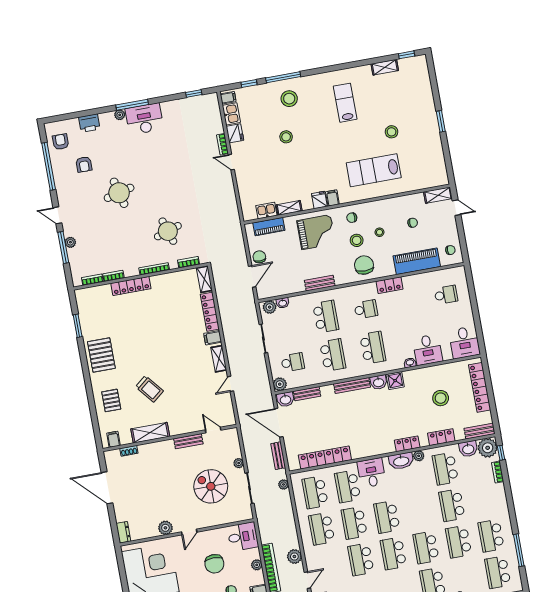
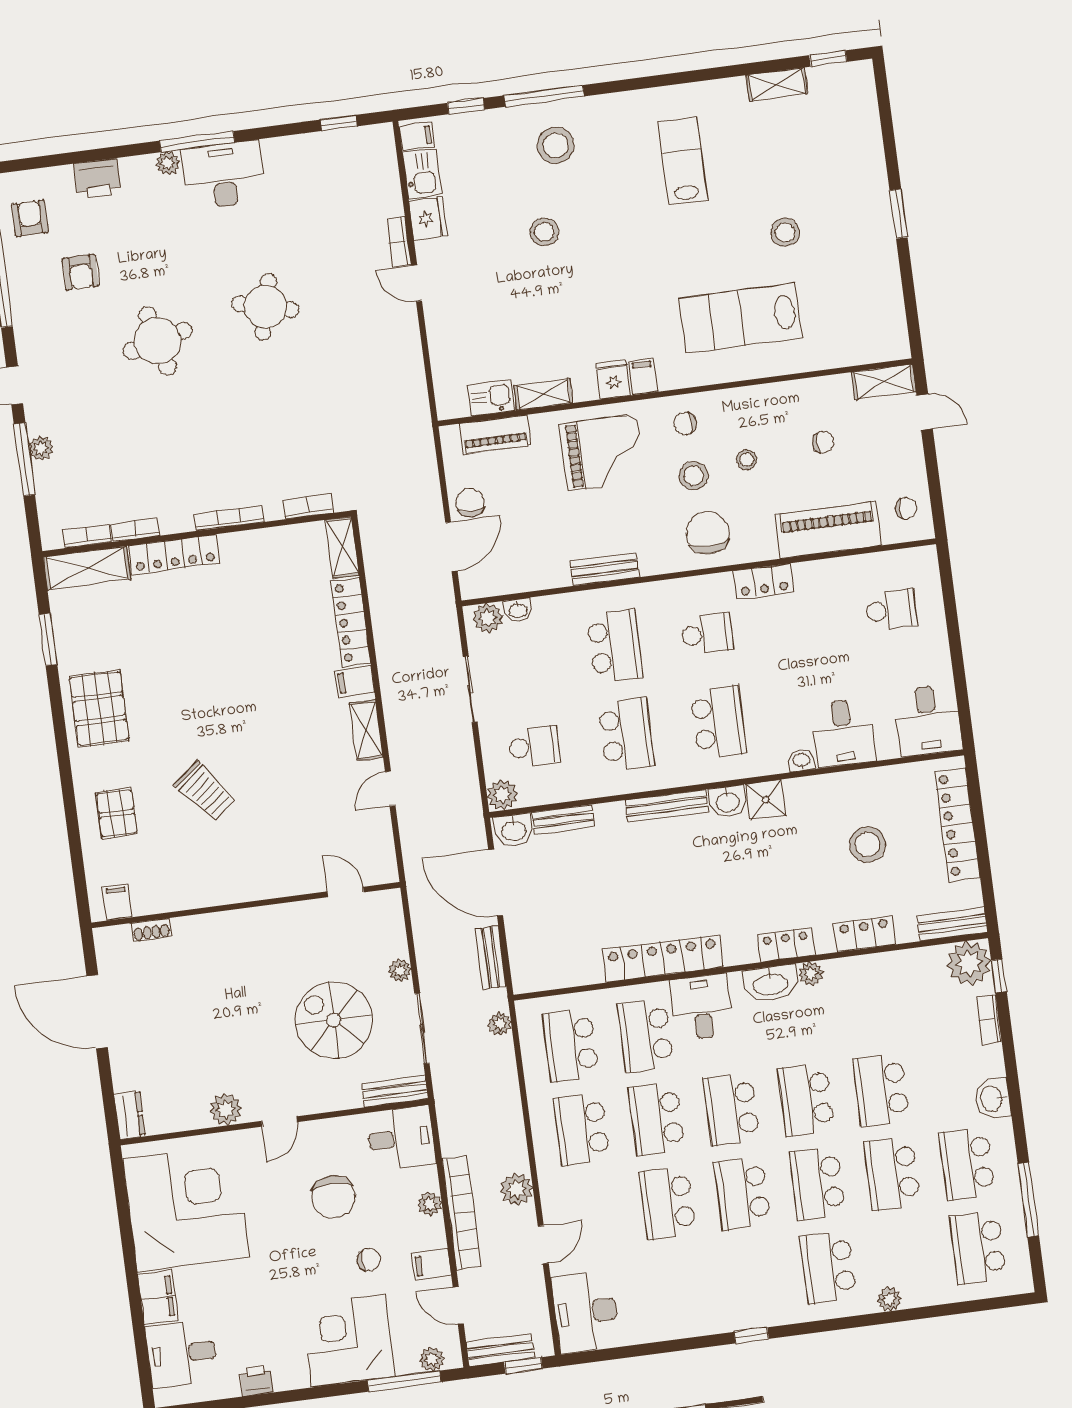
round table: (168, 231) -> (266, 307), moved, turned 32
shelving: (150, 433) -> (87, 568), moved
bench: (188, 441) -> (395, 1091), moved
washbasin: (468, 449) -> (992, 1098), moved, turned 90
locker: (325, 457) -> (663, 958), moved
school desk: (445, 469) -> (806, 1100), moved

